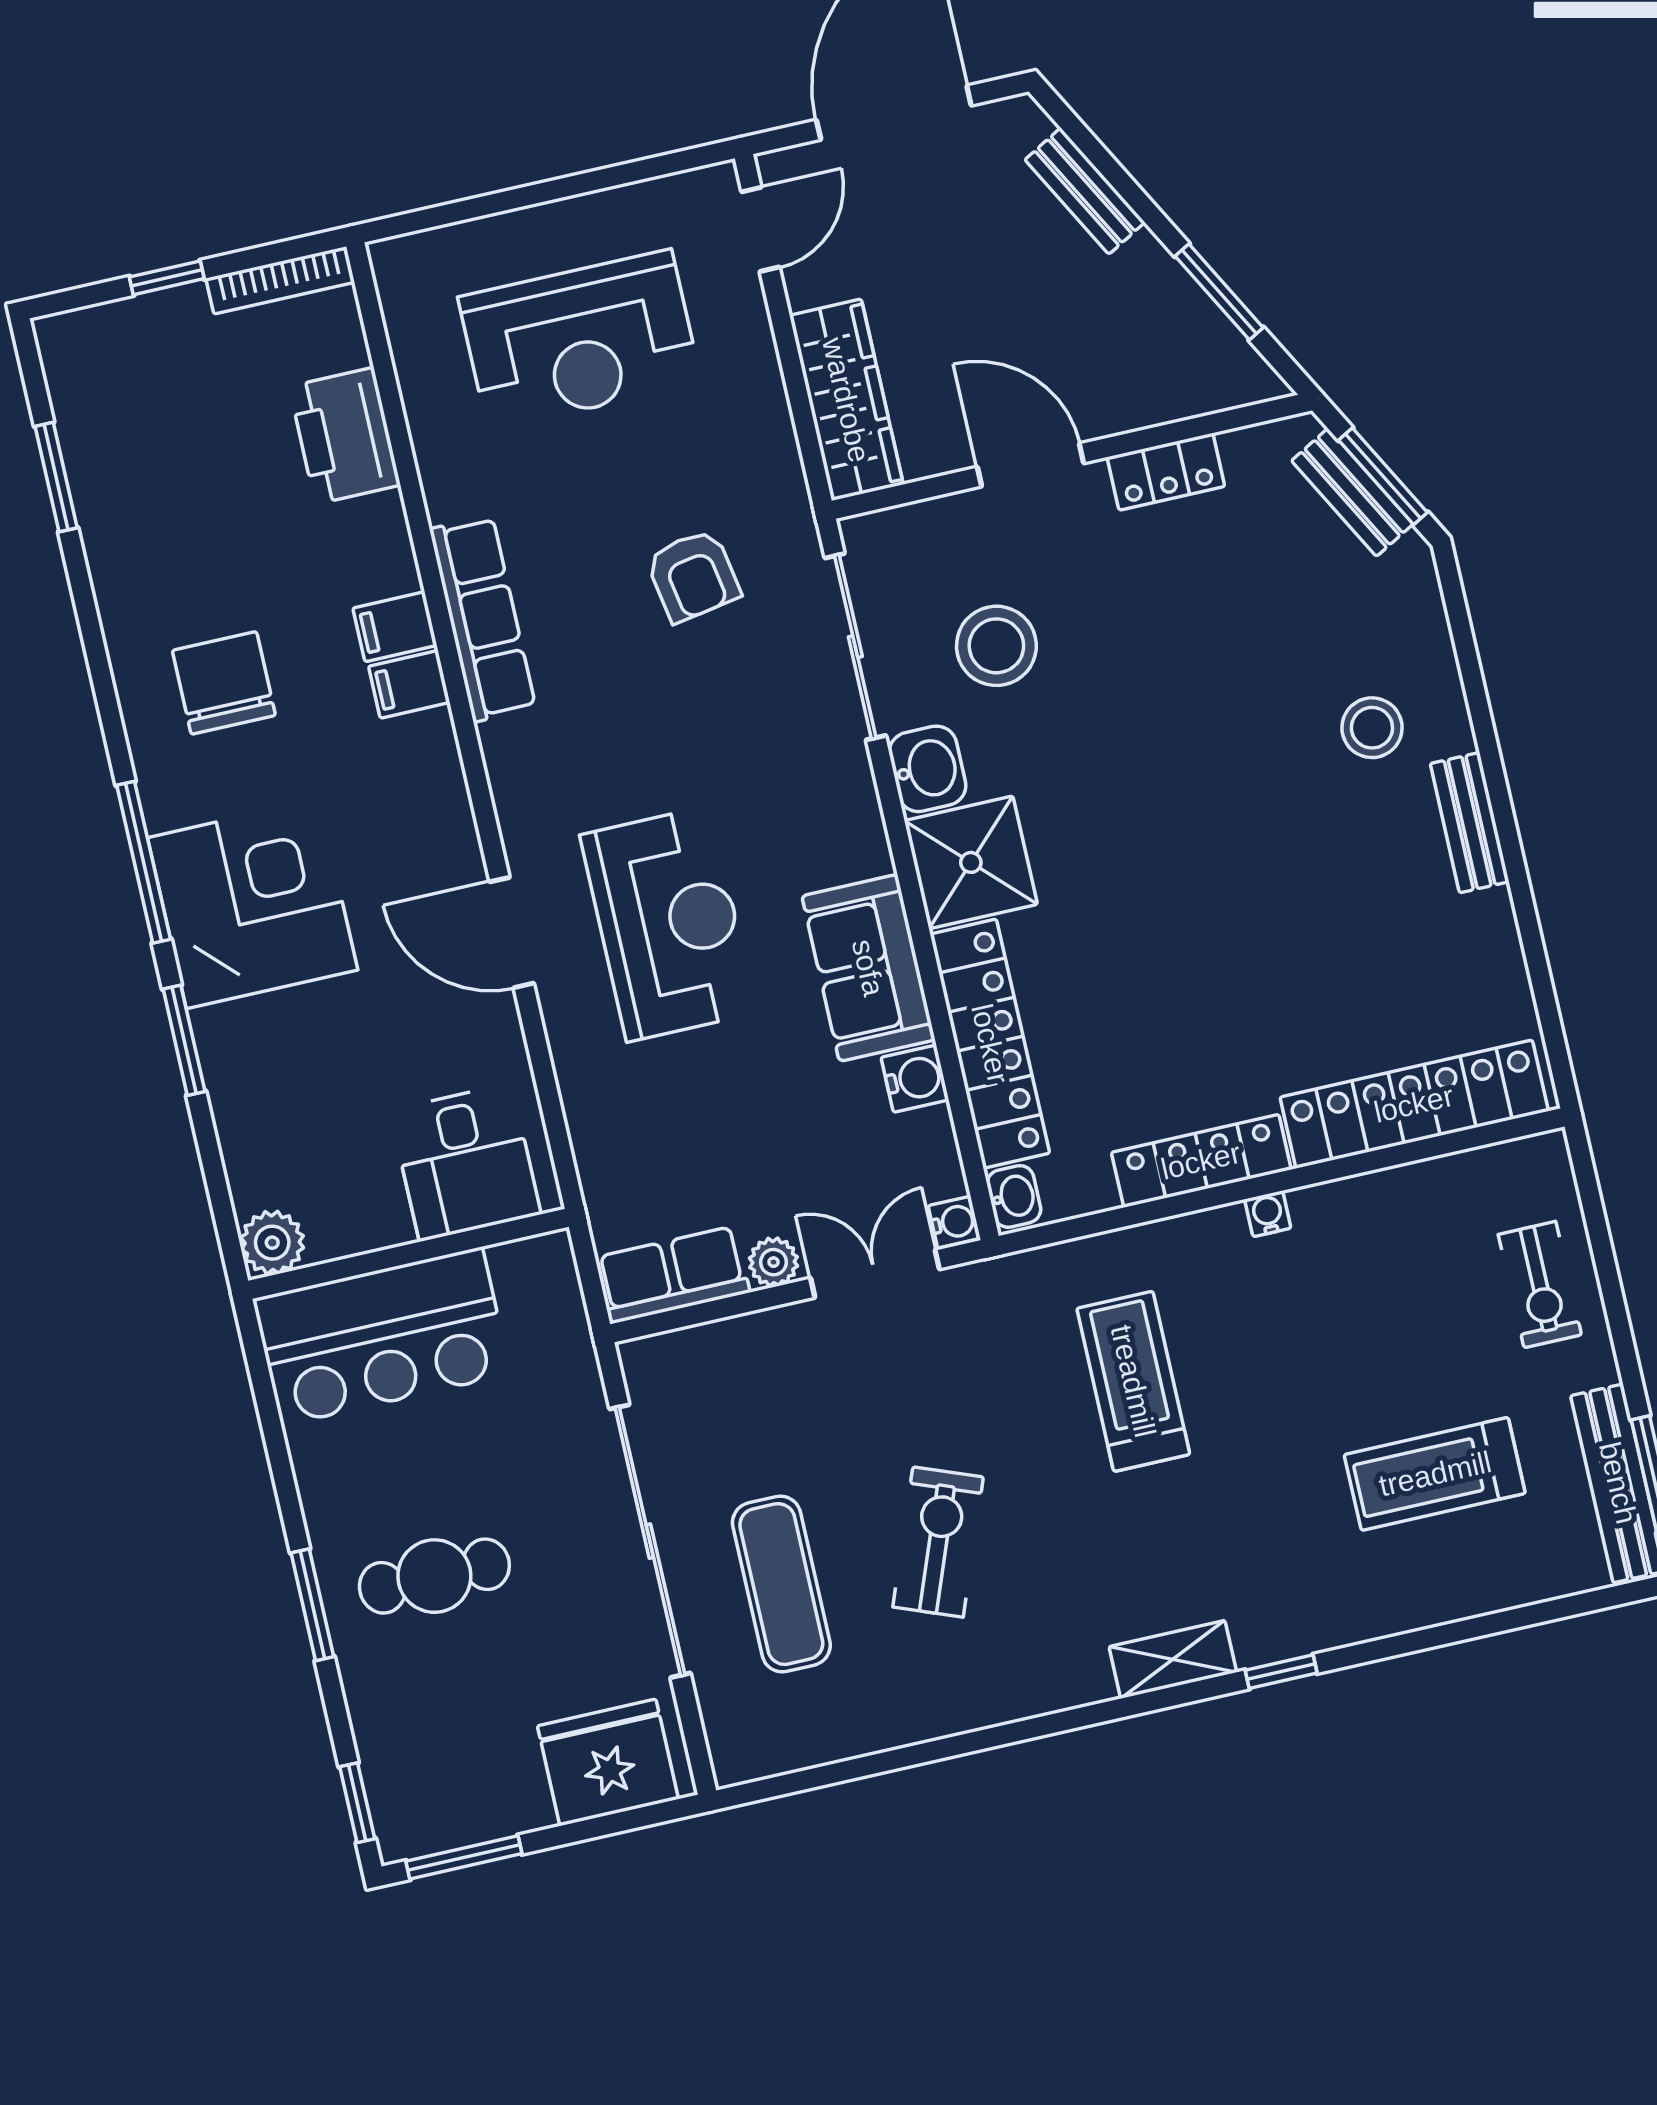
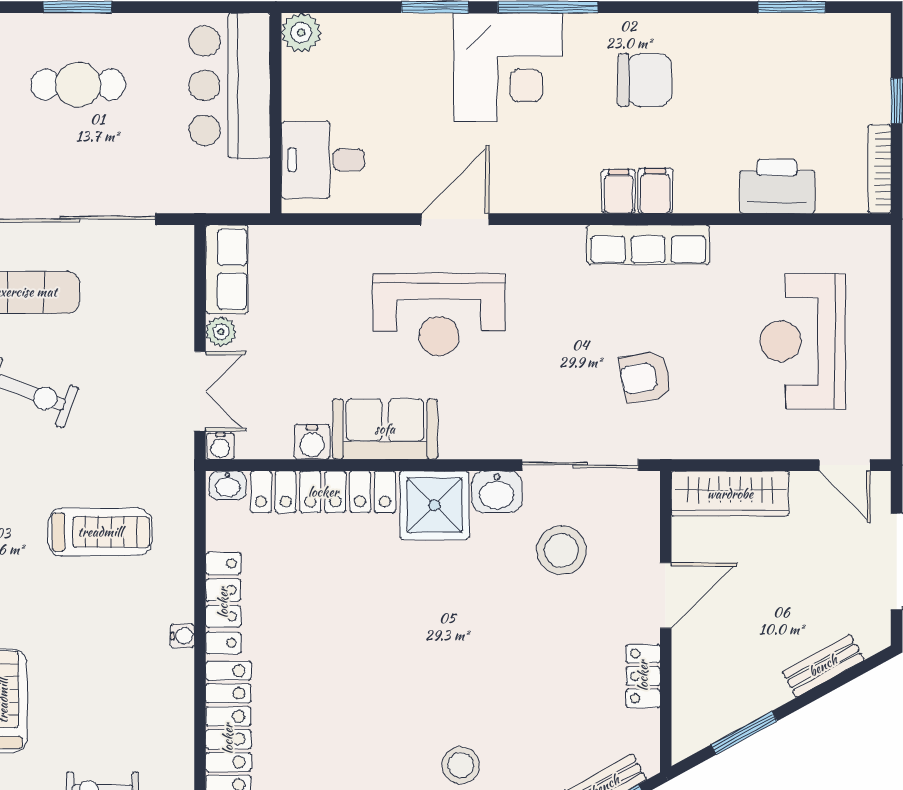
cafe table: (434, 1576) -> (78, 85), turned 90

